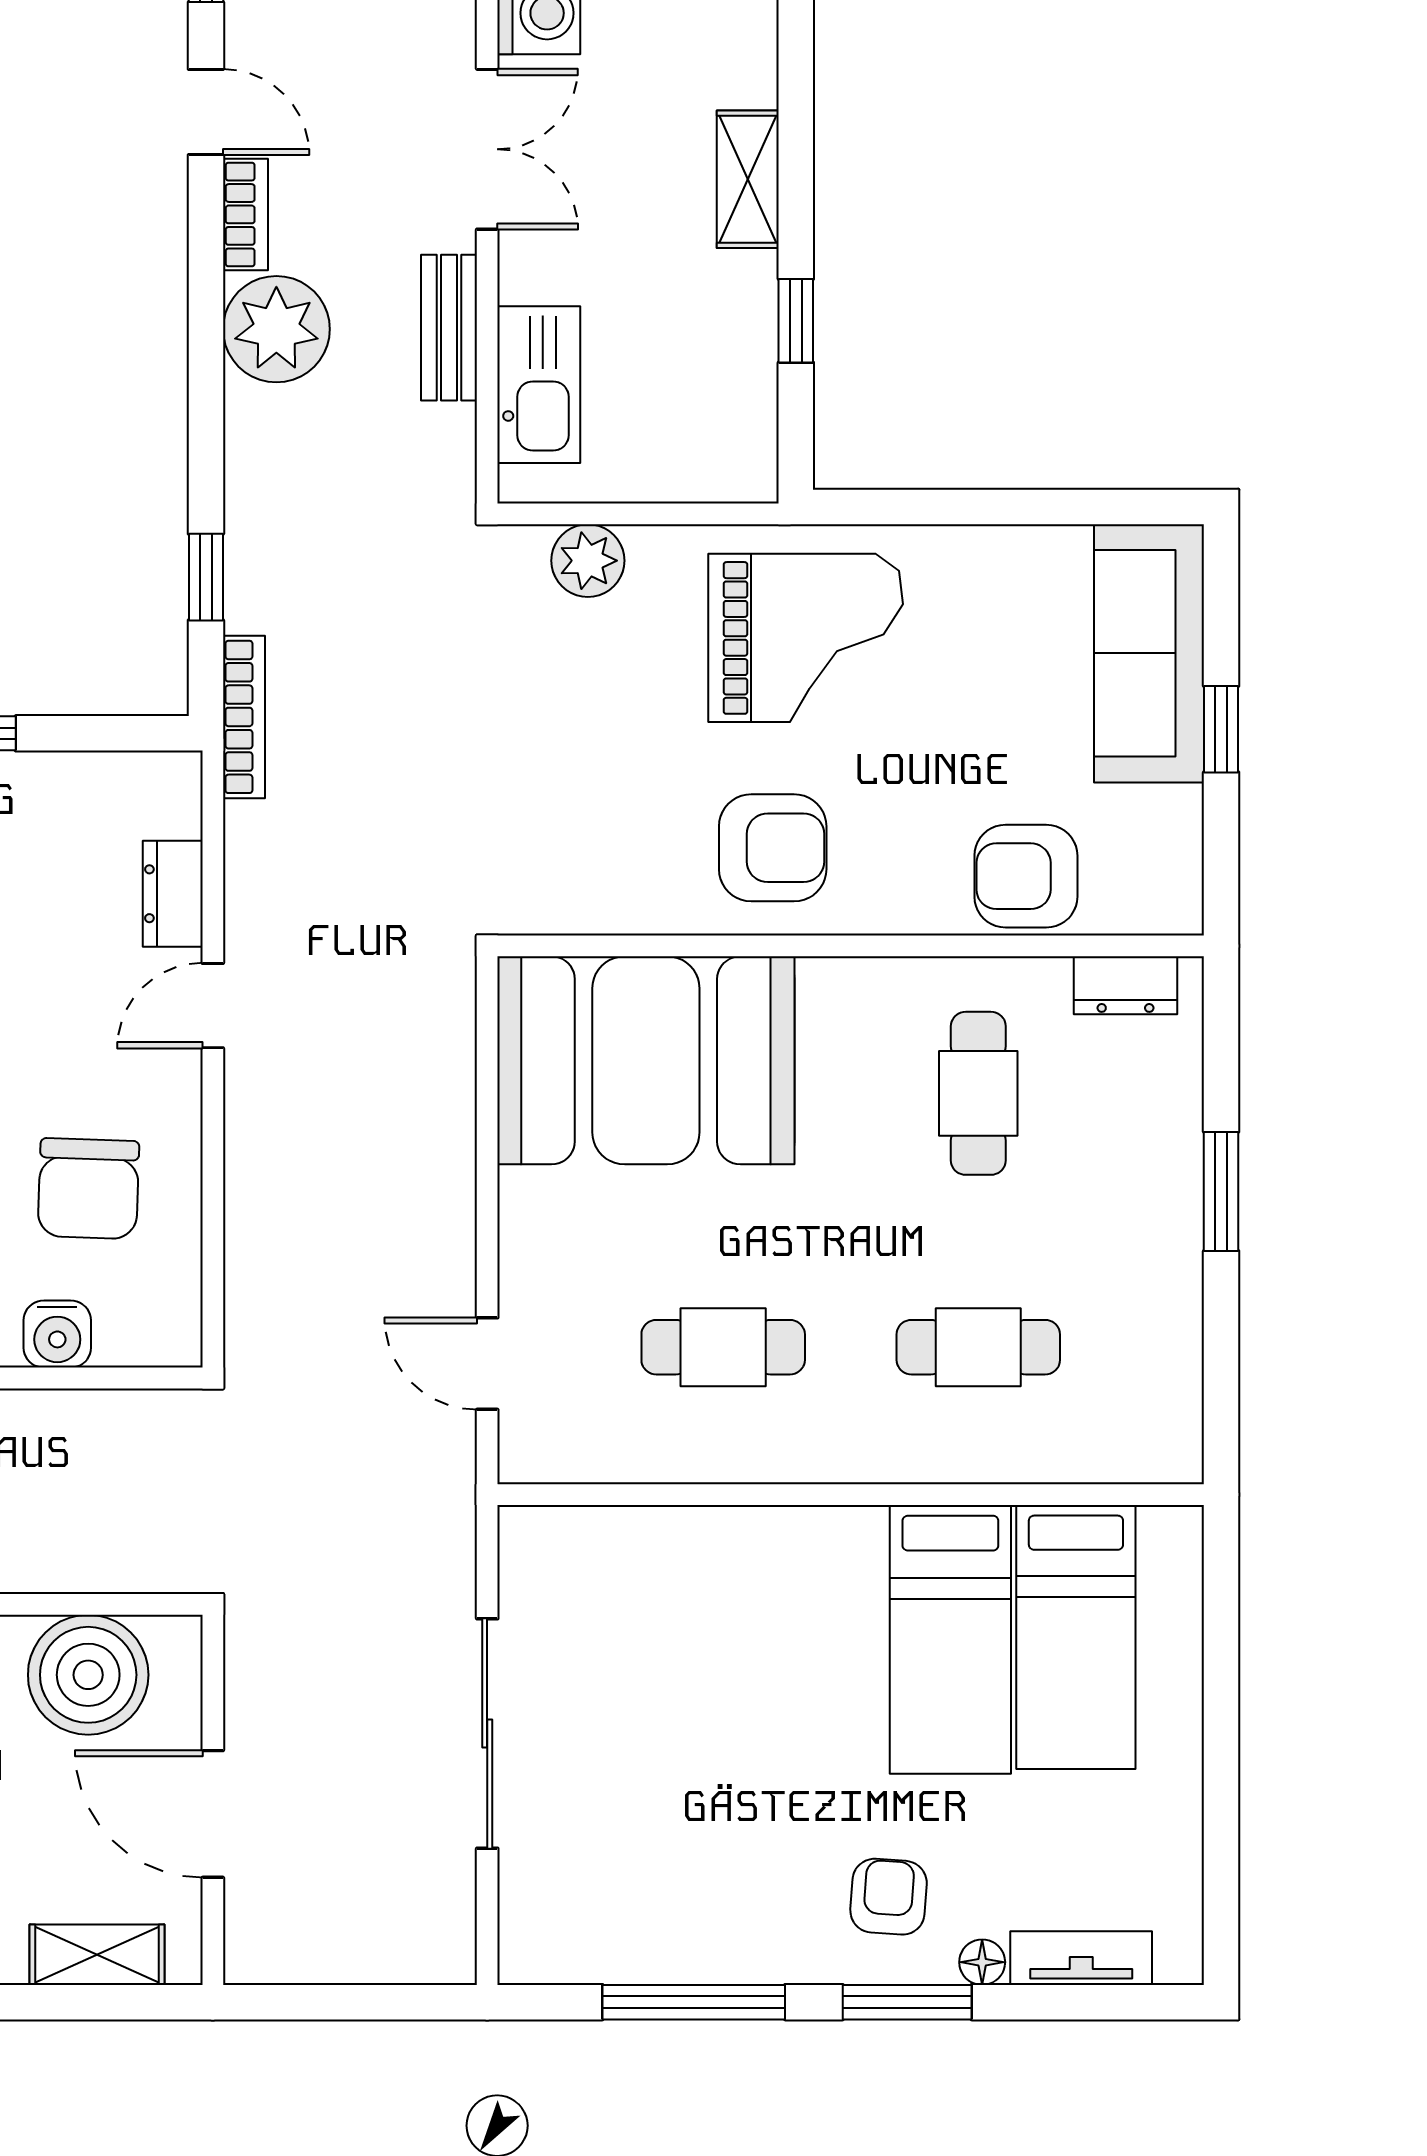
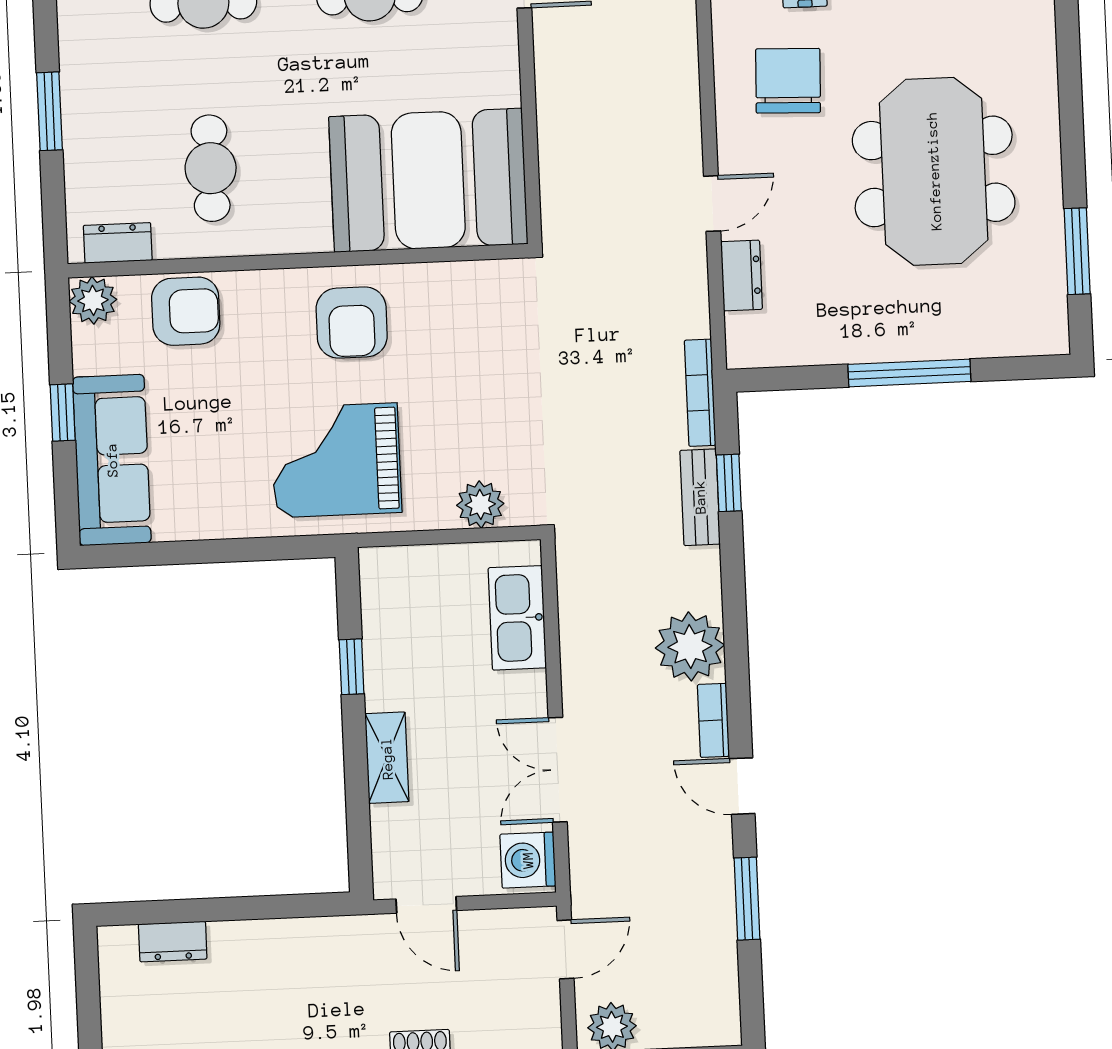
bench: (449, 328) -> (700, 497), moved
armchair: (773, 848) -> (352, 322), turned -90
plant: (1167, 899) -> (93, 300), added

